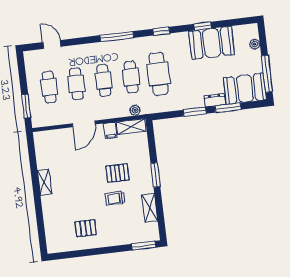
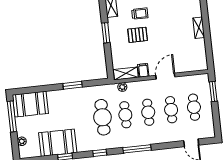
dresser: (215, 100) -> (56, 95), removed
window: (228, 108) -> (45, 88), removed

